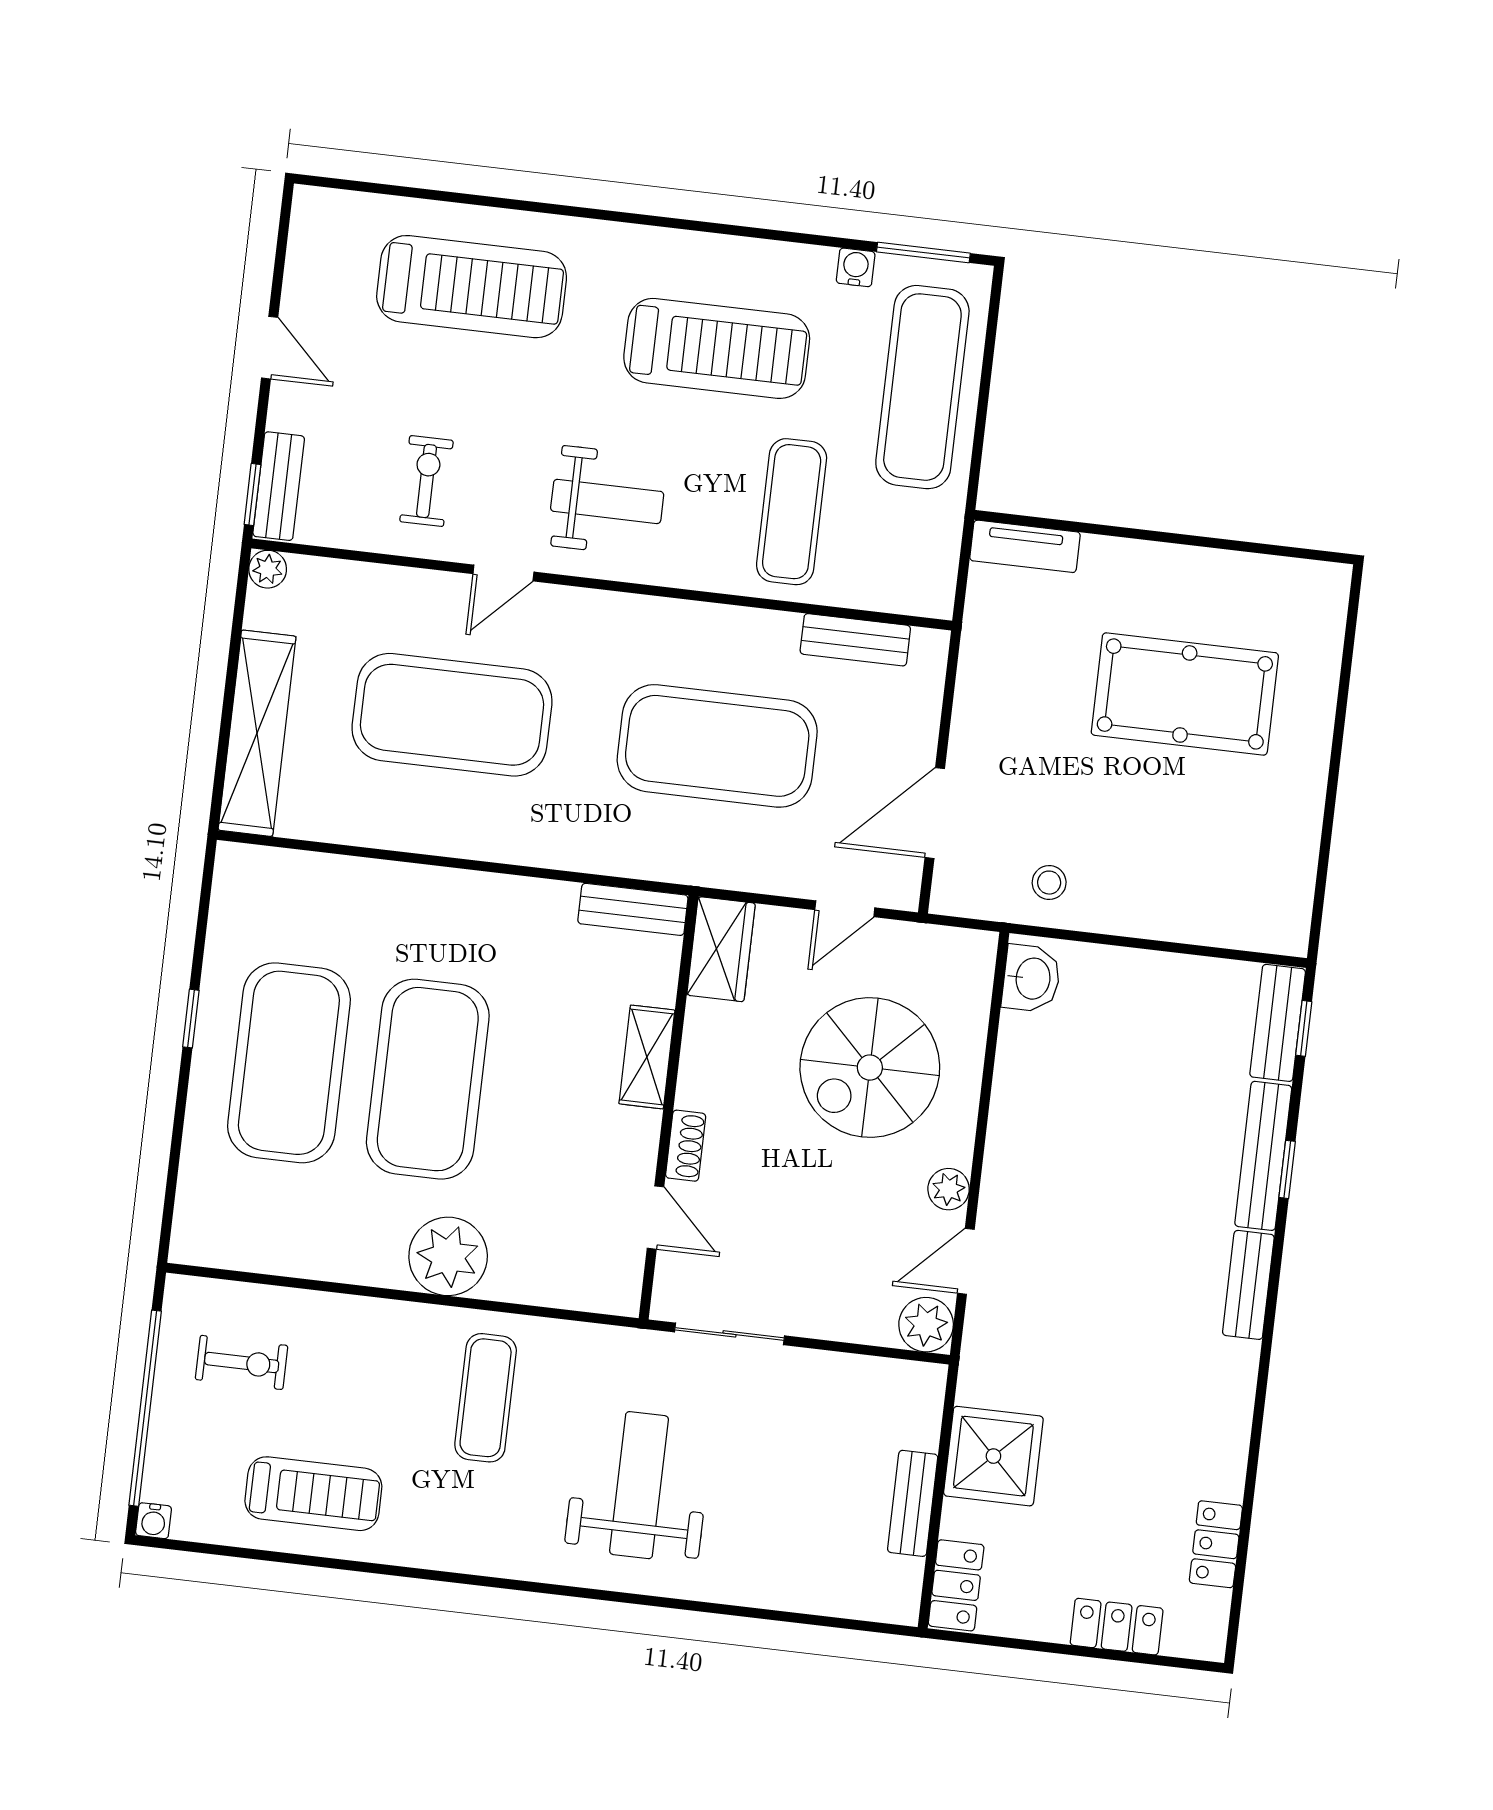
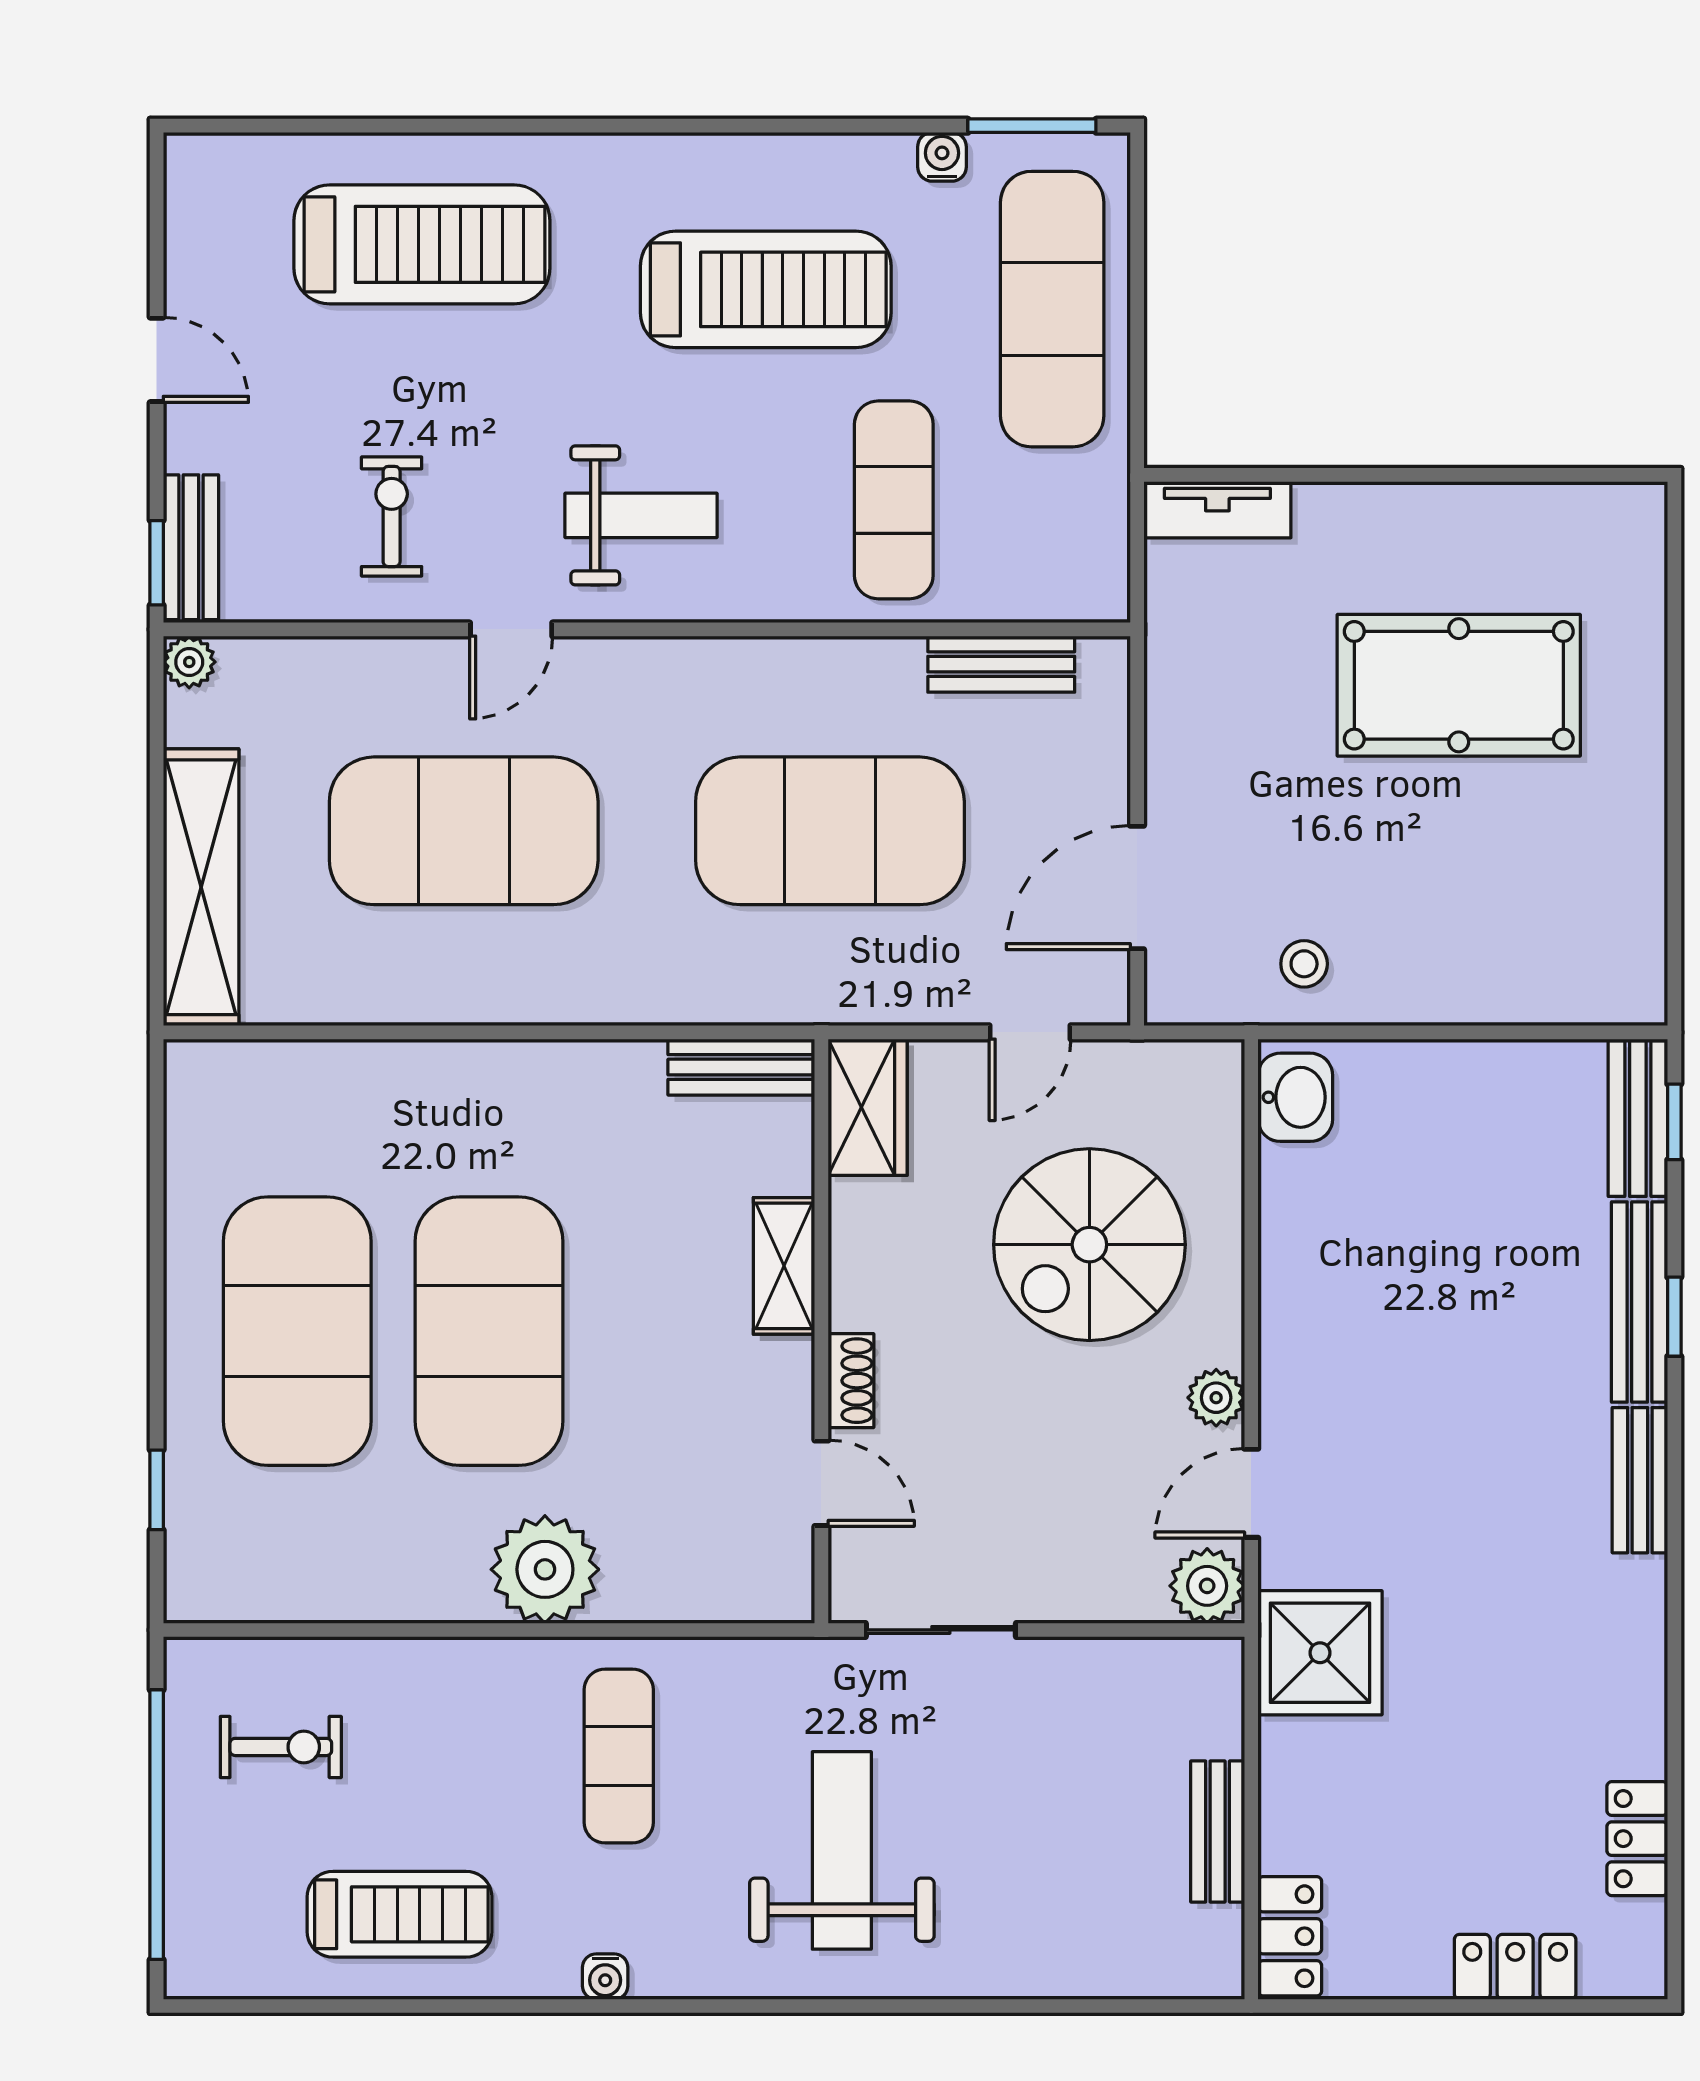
window: (191, 1019) -> (157, 1490), moved
shower: (993, 1456) -> (1320, 1653), moved
water cooler: (154, 1521) -> (605, 1977), moved

